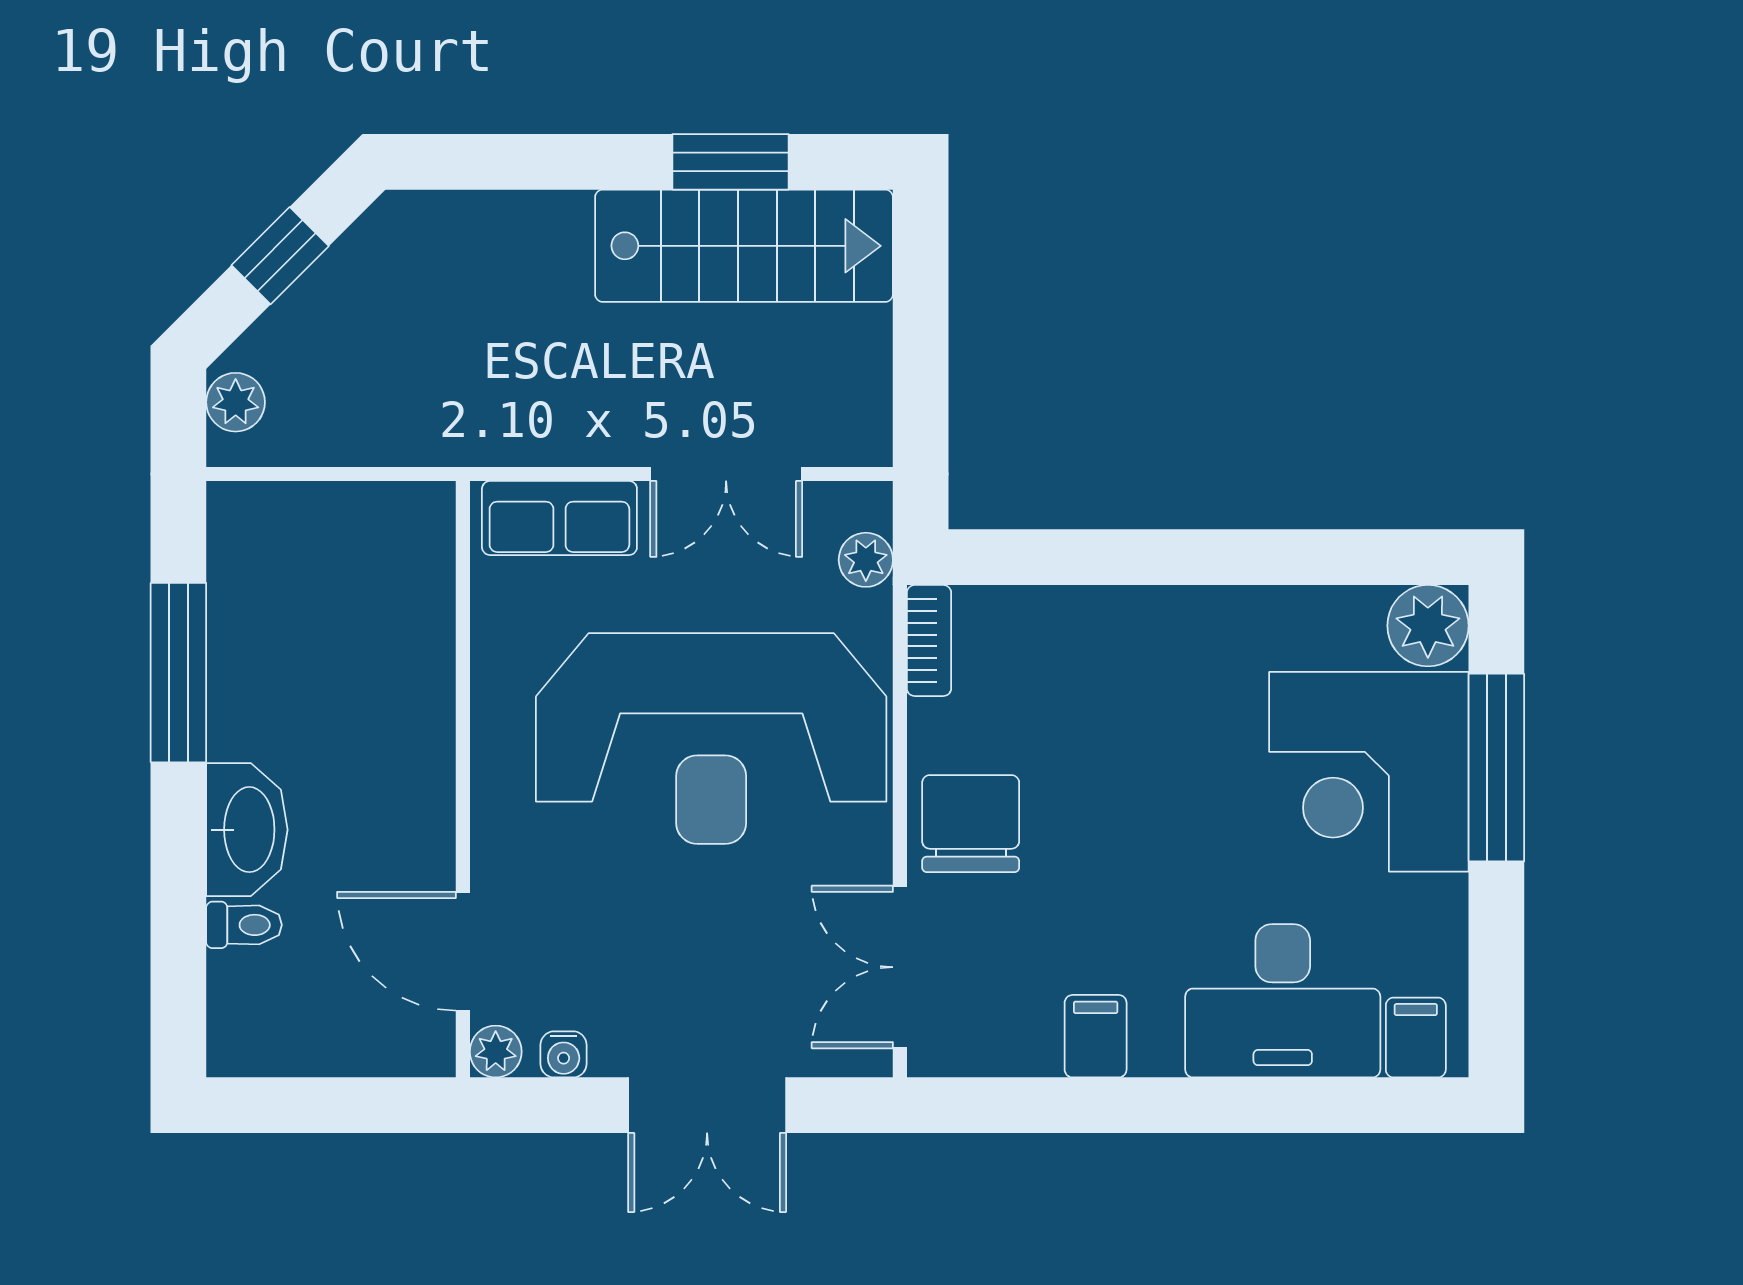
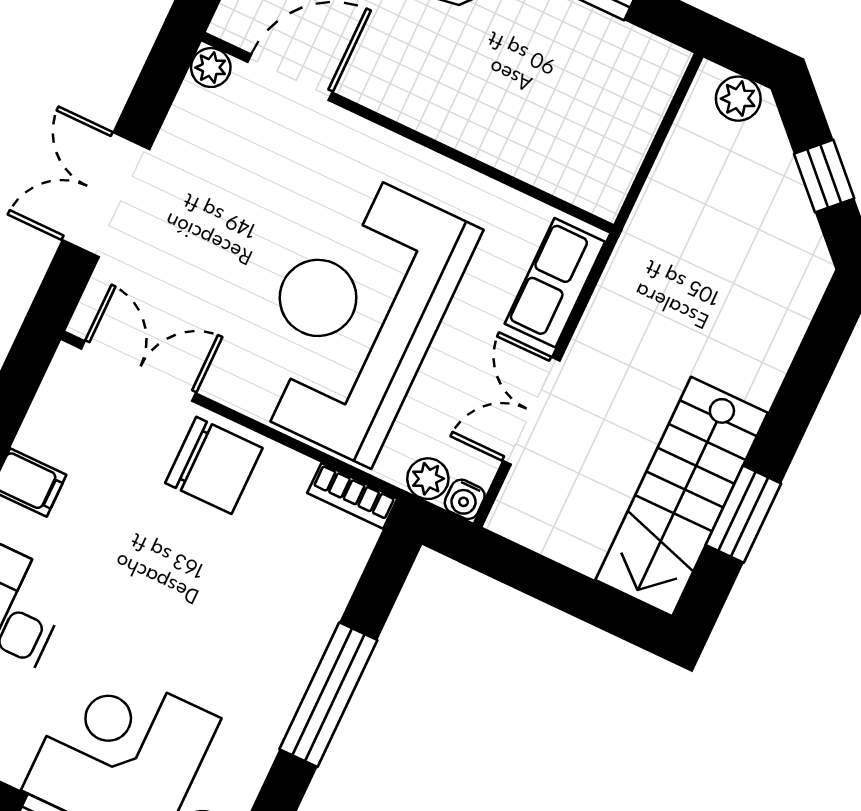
window: (1181, 557) -> (328, 695), added
water cooler: (564, 1054) -> (465, 499), moved, turned -90

